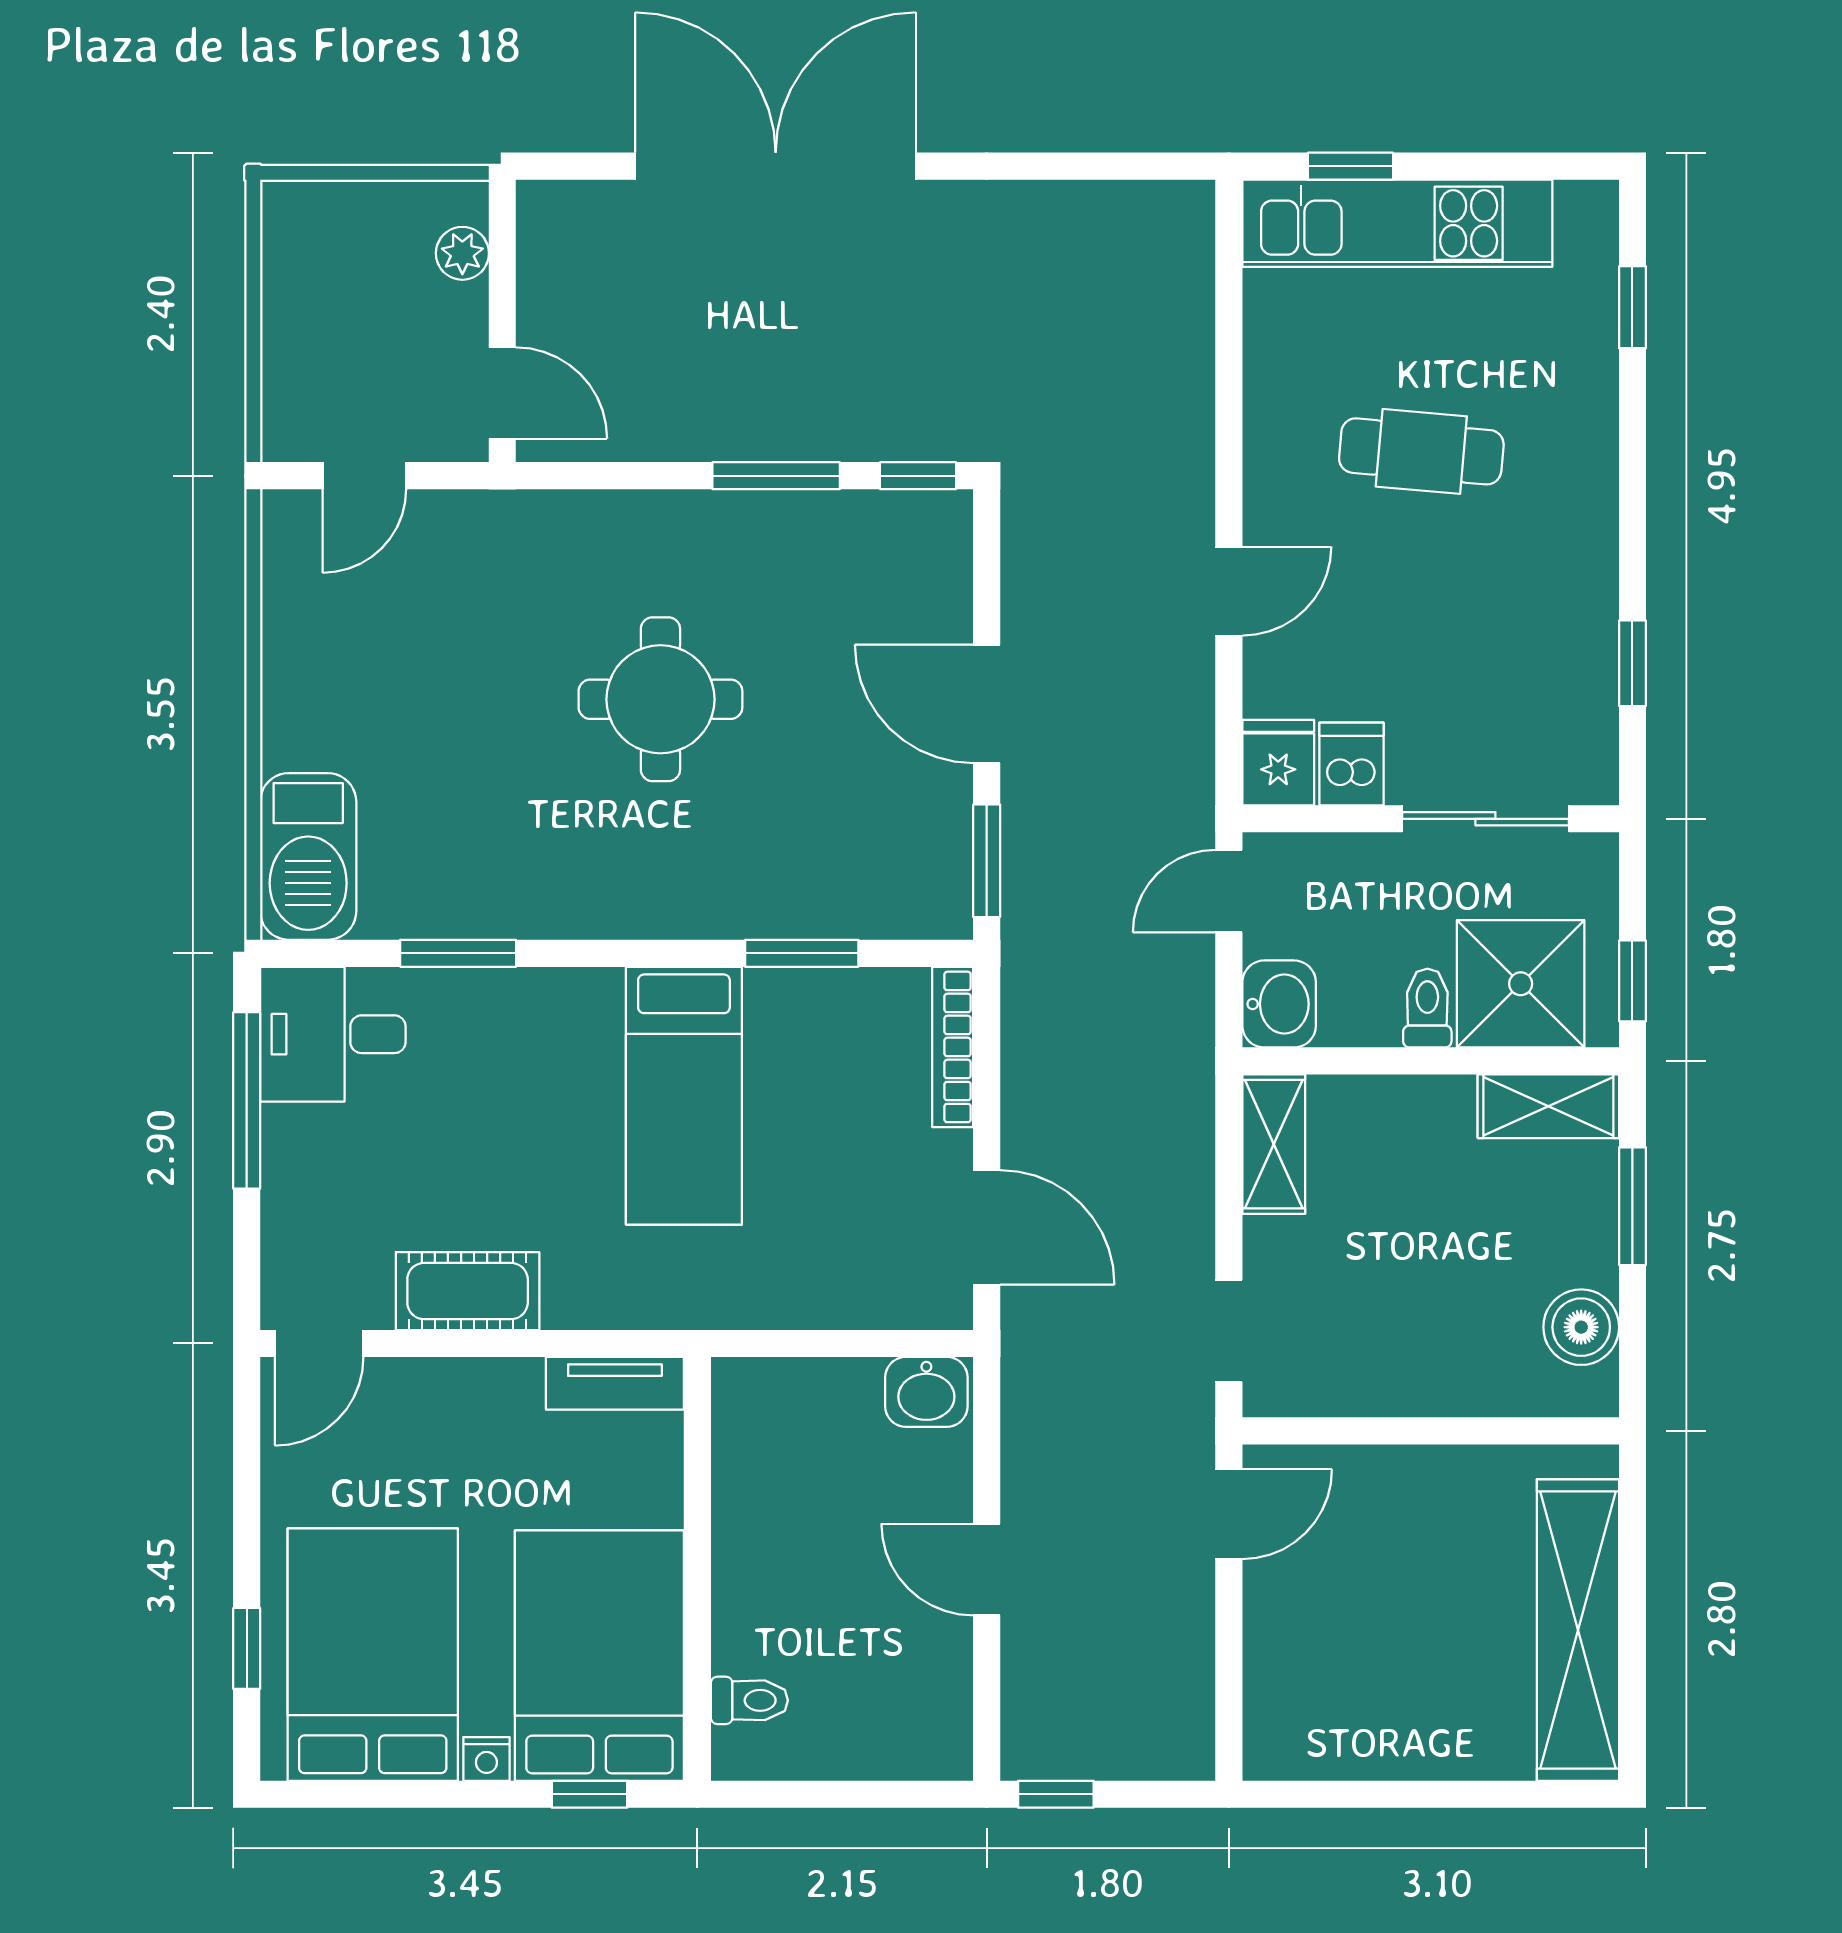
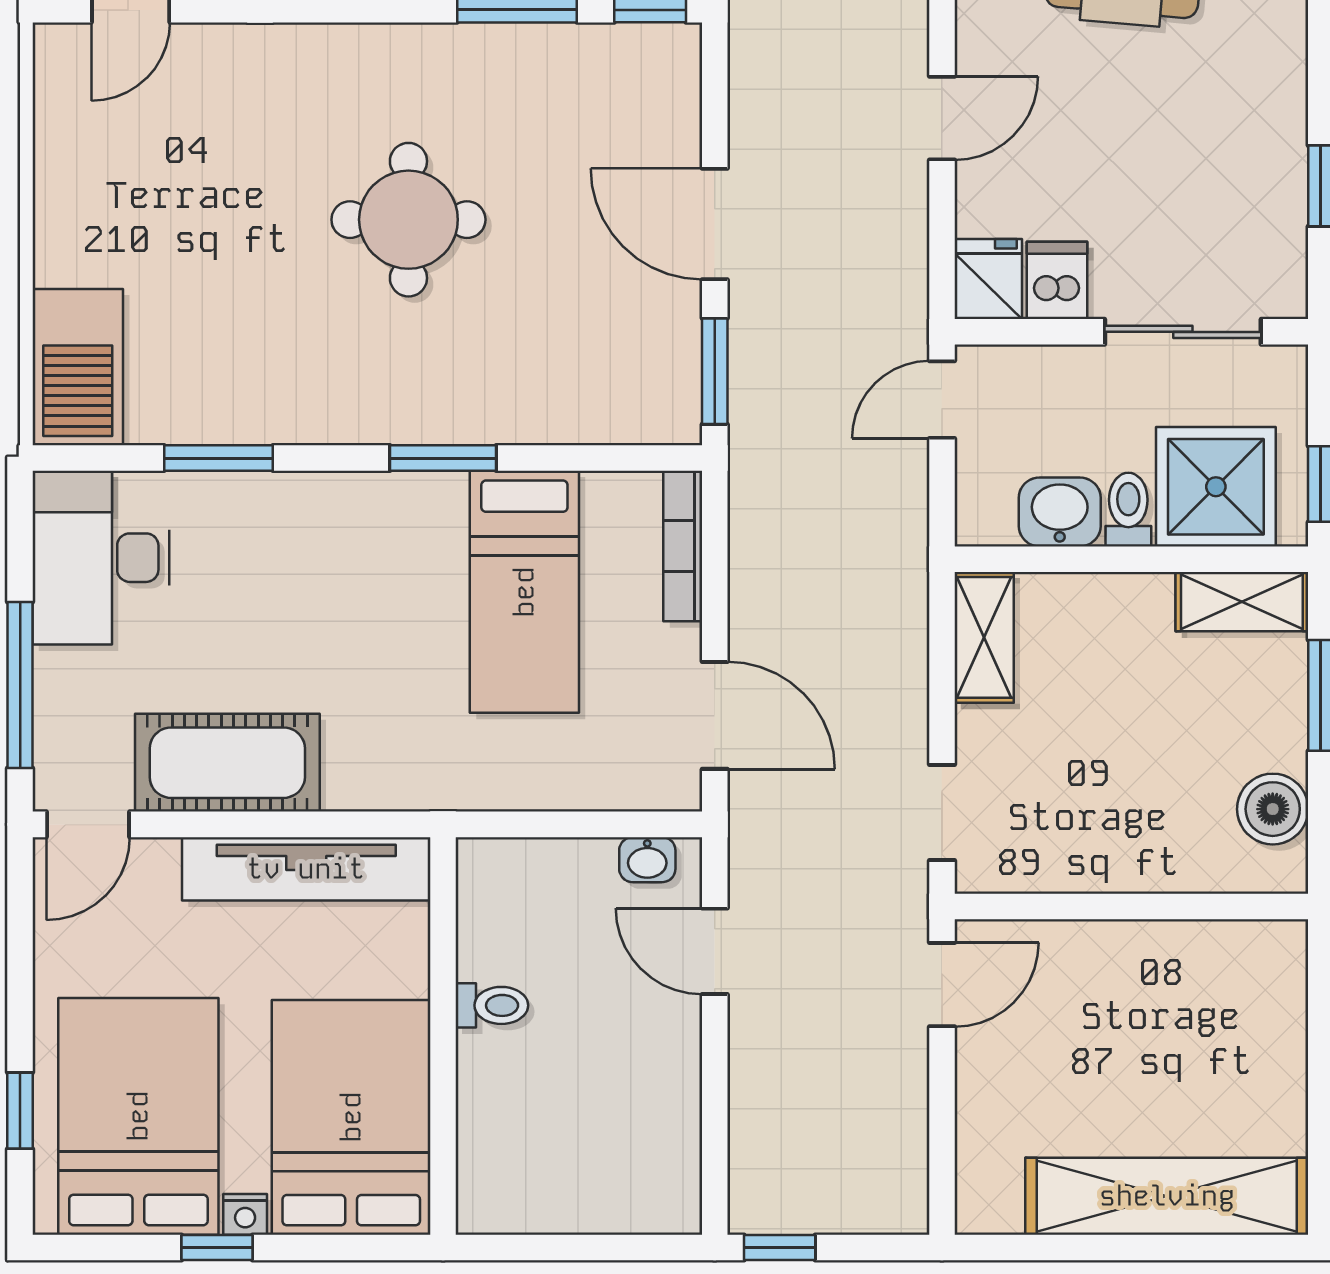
window: (802, 953) -> (443, 458), moved
washbasin: (1279, 1004) -> (1060, 512), moved, turned -90
desk: (333, 1034) -> (101, 558), width x1.37
bed: (684, 1096) -> (524, 592), moved
window: (247, 1100) -> (20, 685), moved
cot: (468, 1291) -> (227, 763), width x1.37, depth x1.34
tv unit: (615, 1383) -> (306, 869), width x1.92, depth x1.29
washbasin: (926, 1392) -> (647, 860), width x0.72, depth x0.69
door: (987, 1570) -> (715, 951), moved
shelving: (1578, 1630) -> (1167, 1196), moved, turned 90
toilet: (749, 1700) -> (492, 1005), moved
window: (589, 1794) -> (217, 1247), moved

